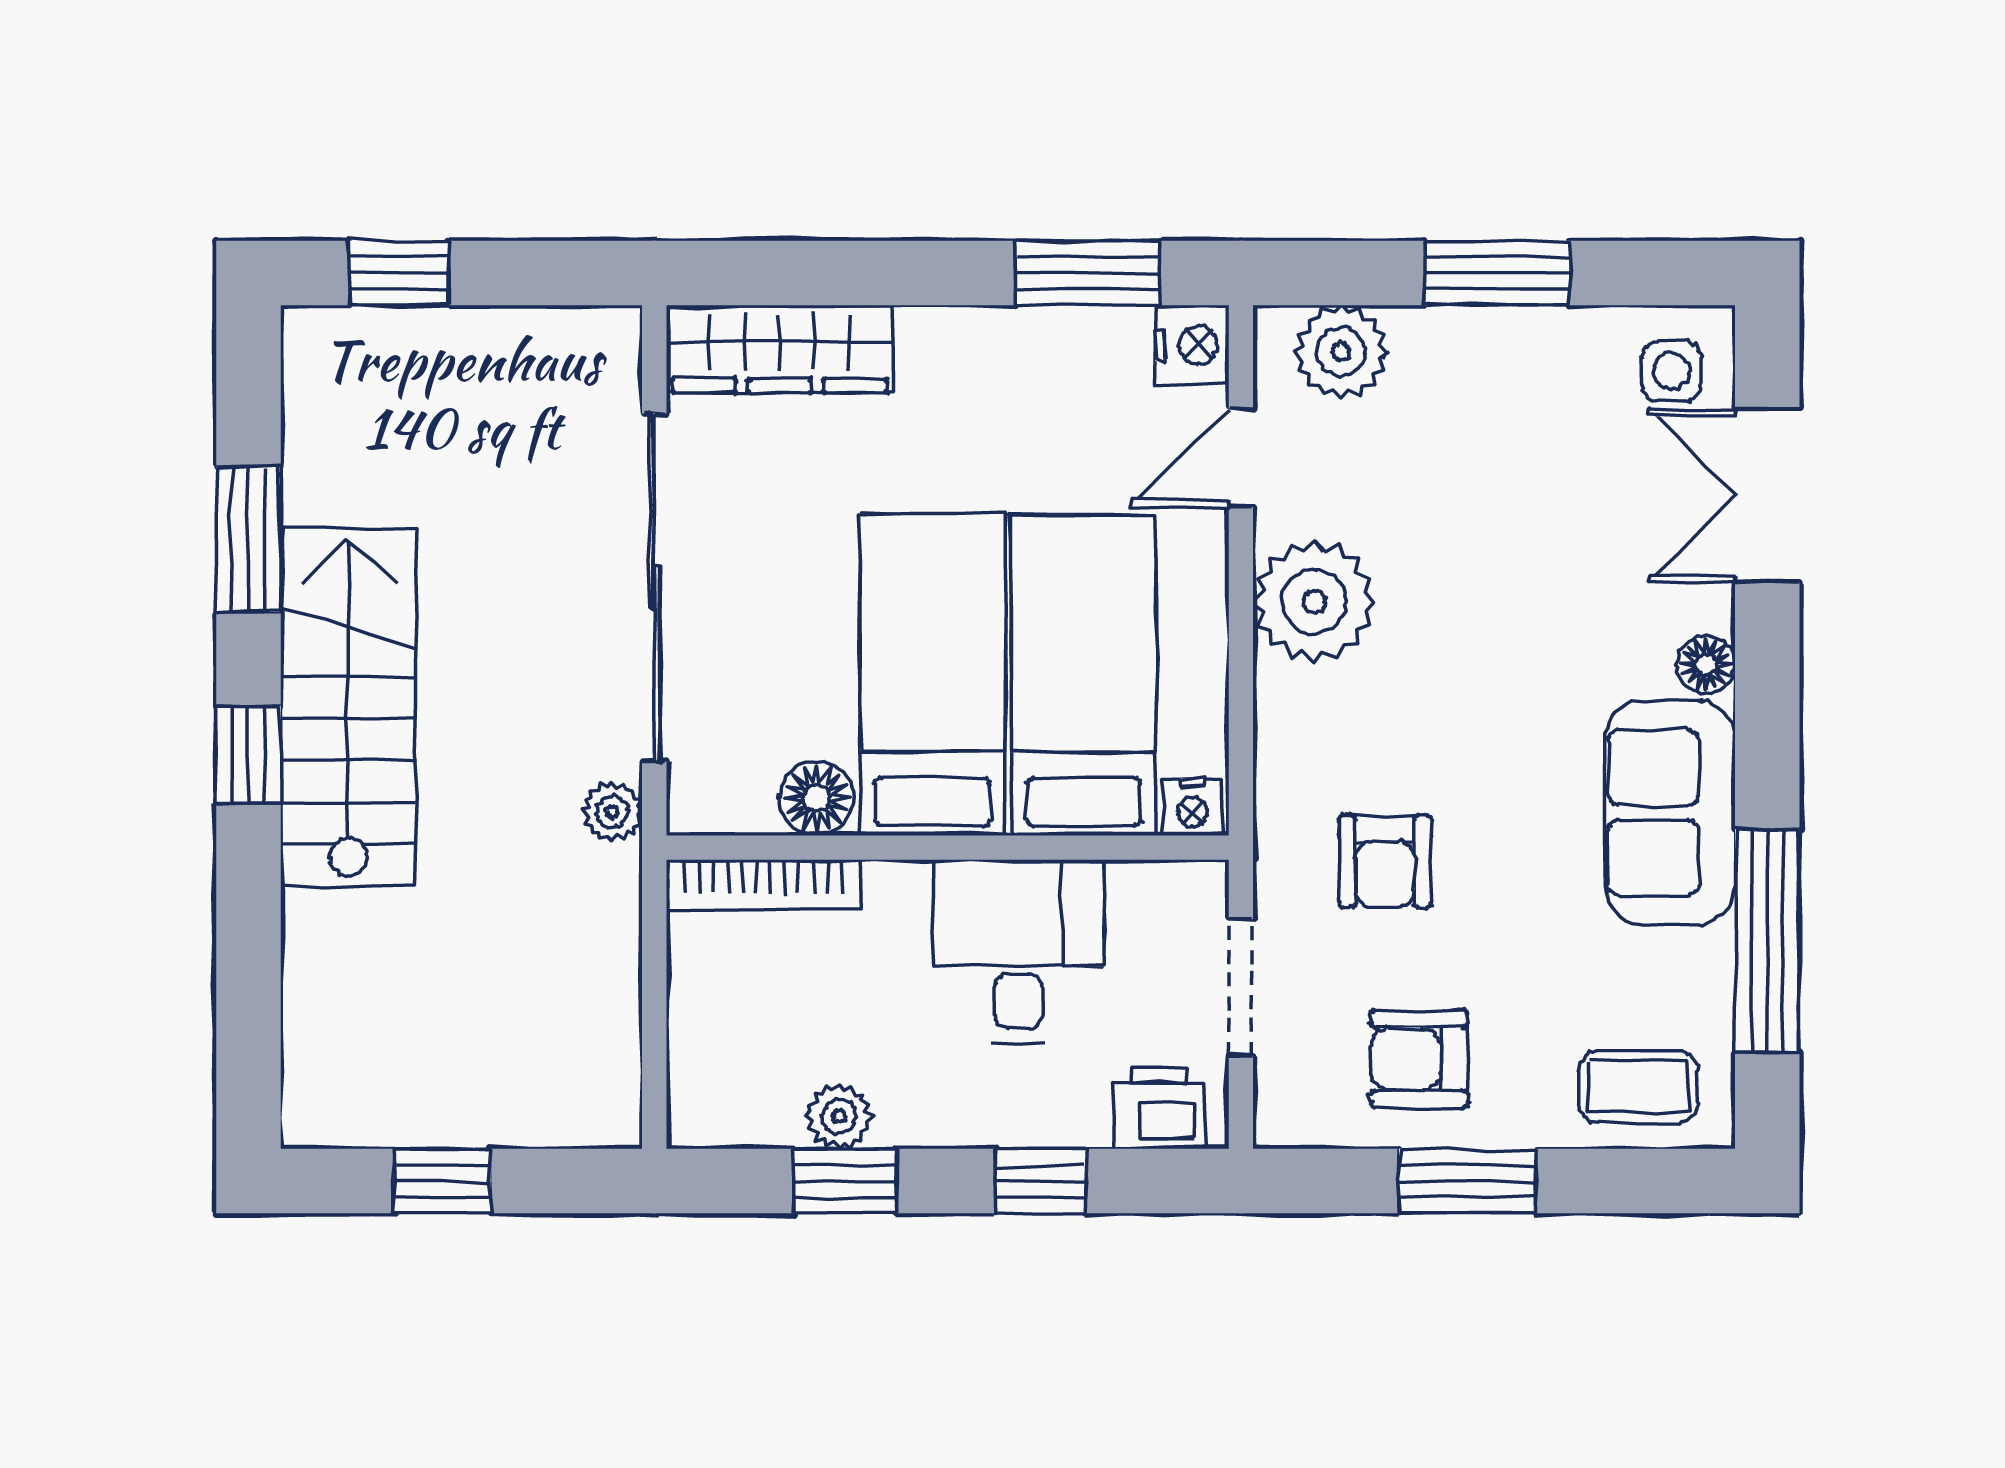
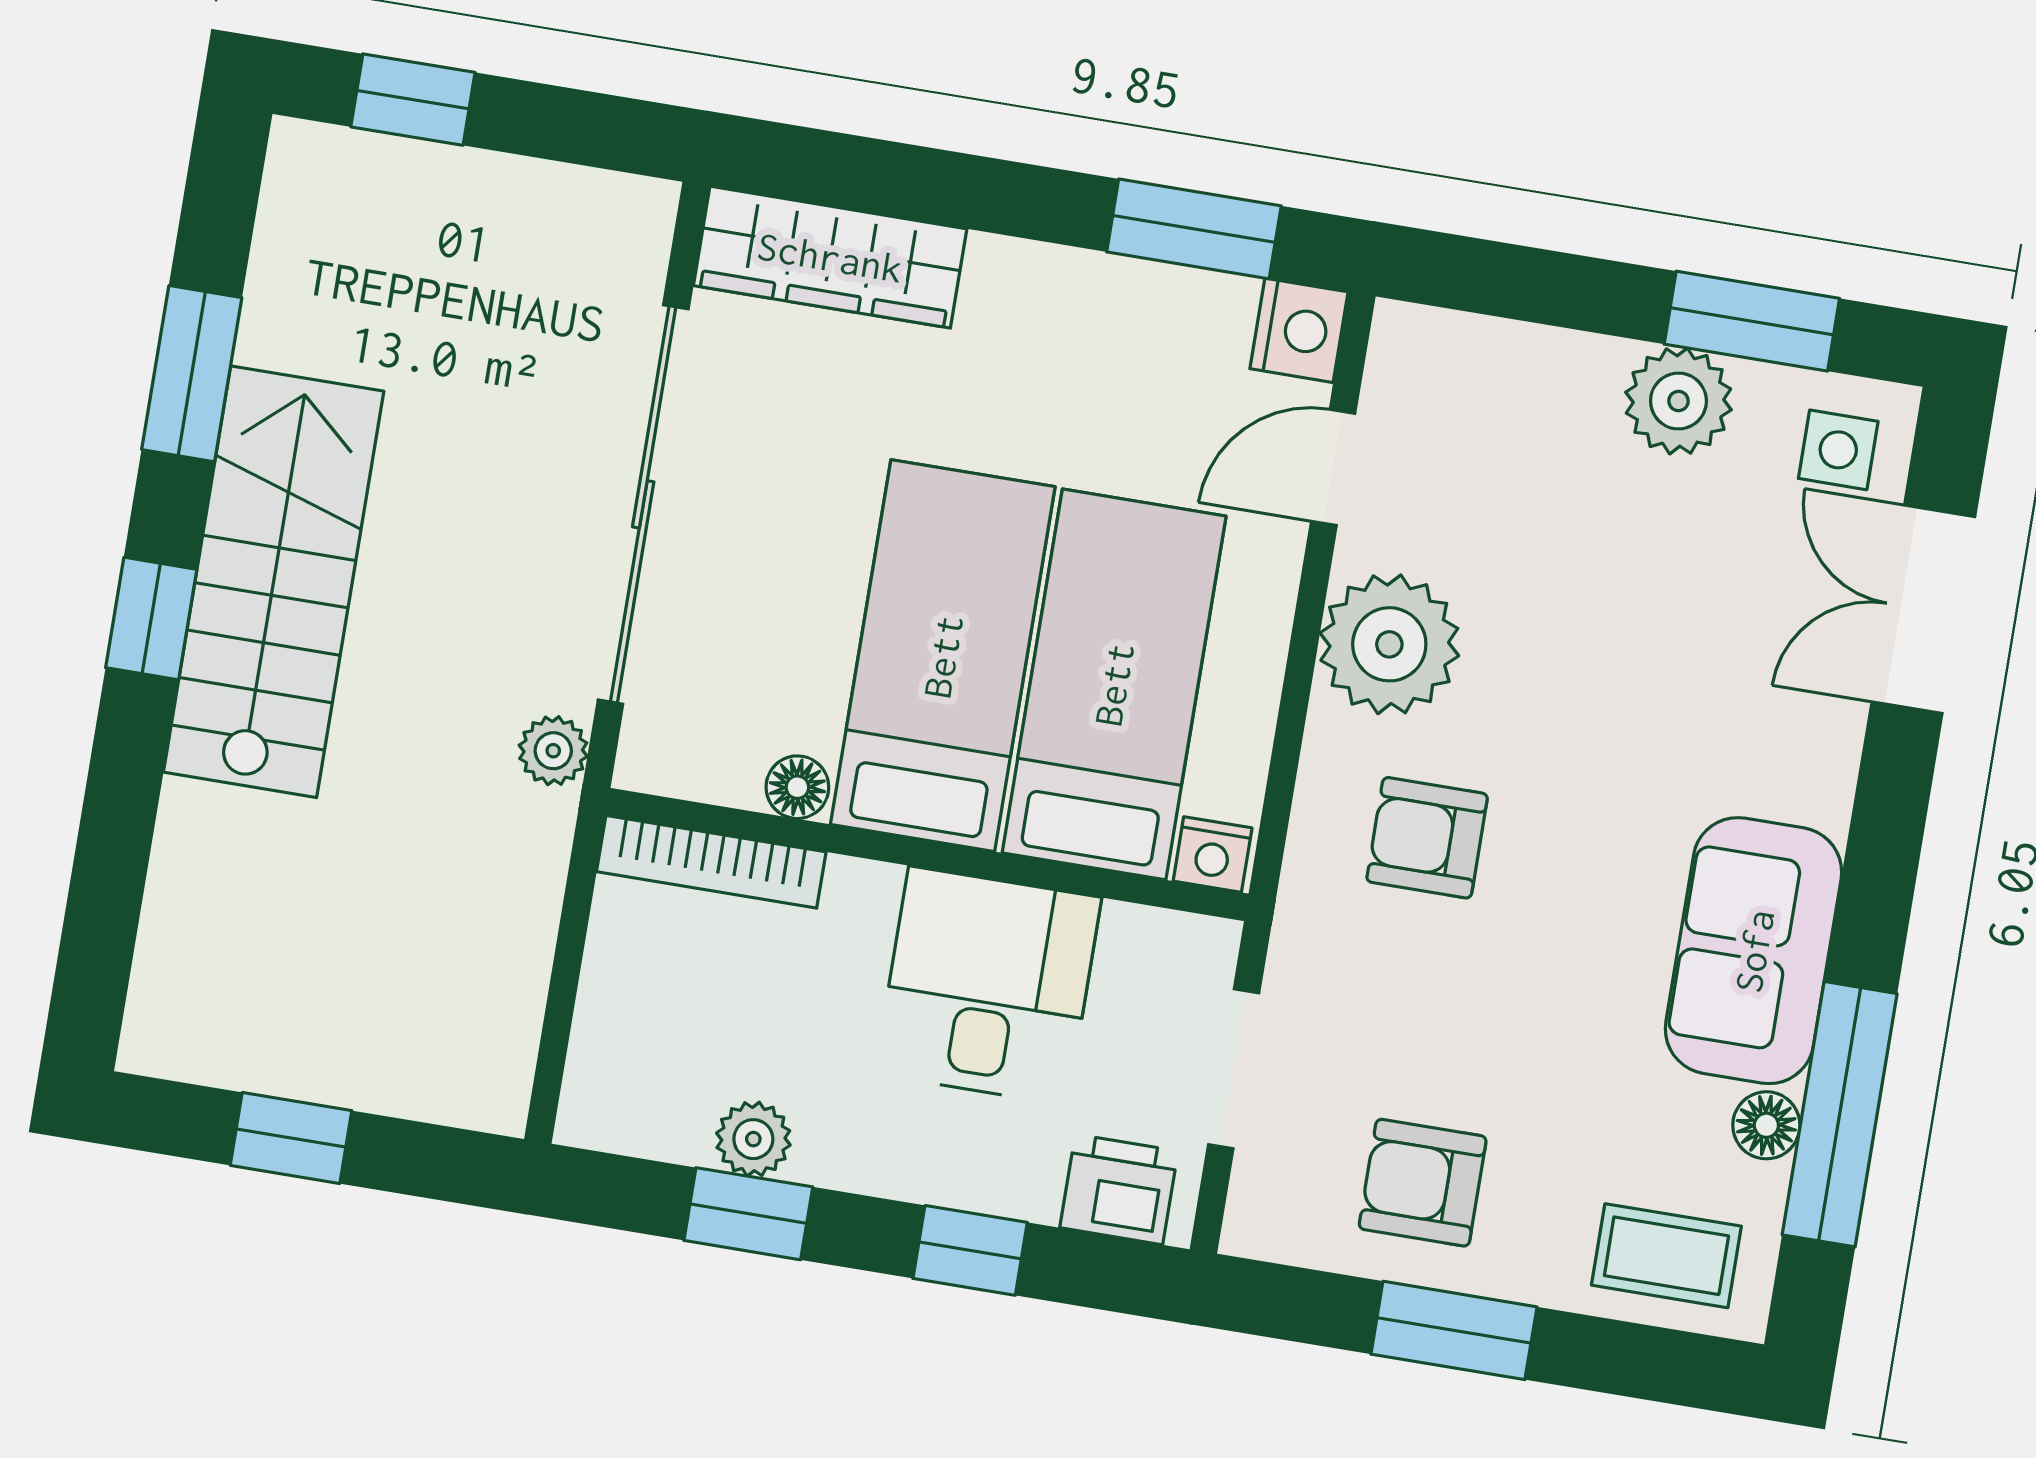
window: (1497, 273) -> (1752, 321), moved
plant: (1341, 352) -> (1678, 401), moved
floor lamp: (1706, 665) -> (1766, 1125), moved
floor lamp: (817, 798) -> (797, 787), width x0.73, depth x0.73
armchair: (1385, 861) -> (1427, 838), moved, turned 90

